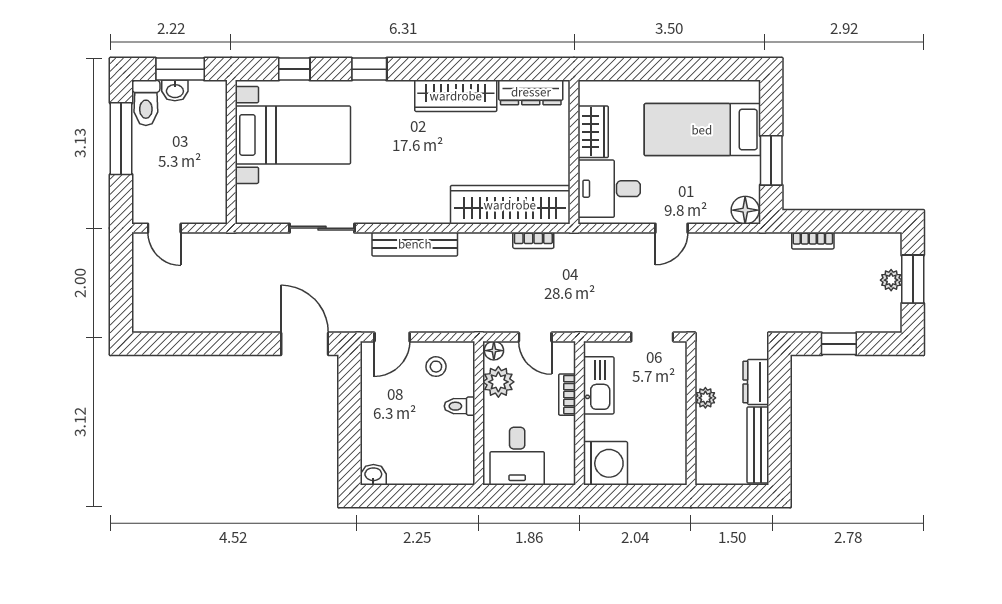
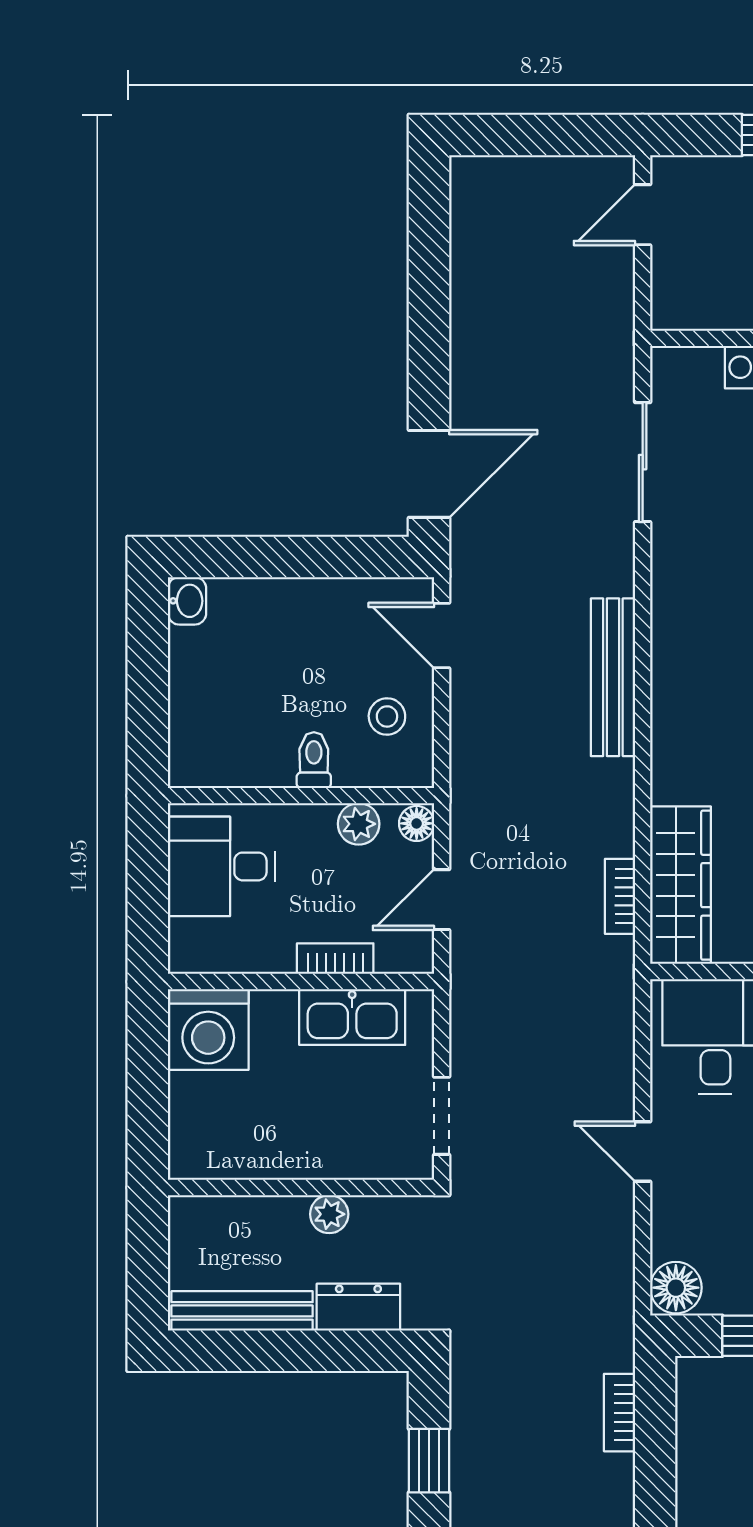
wardrobe: (510, 205) -> (681, 885), width x0.71, depth x0.85
sliding door: (322, 228) -> (643, 462), moved
plant: (498, 382) -> (359, 824), width x0.73, depth x0.73

